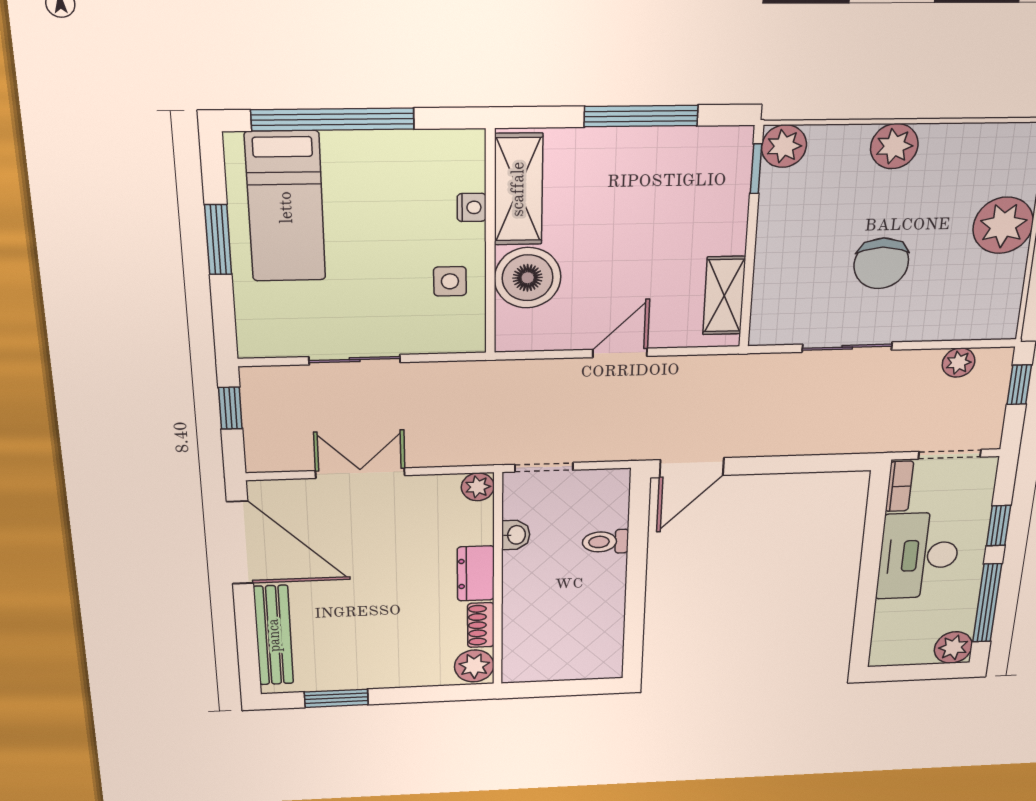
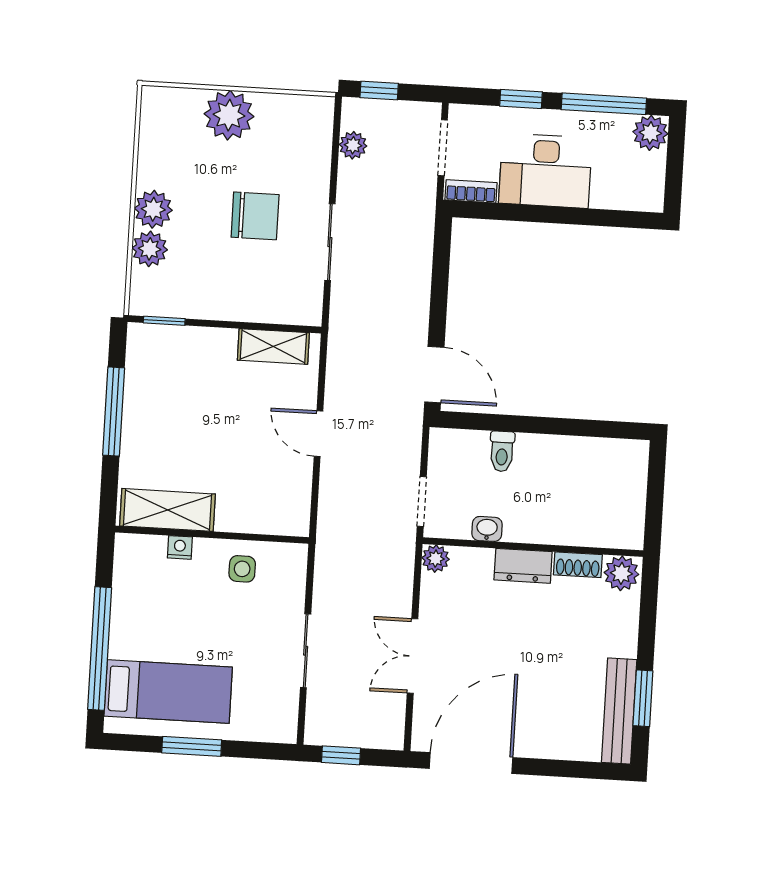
plant: (784, 146) -> (150, 249), moved
boiler: (528, 278) -> (244, 507), removed
bench: (274, 635) -> (619, 711), moved, turned 90

